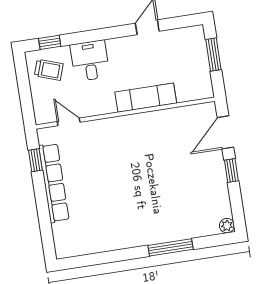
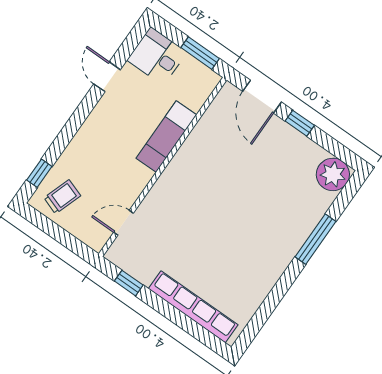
window: (213, 54) -> (200, 53), moved
desk: (90, 61) -> (157, 56), moved
row of seats: (54, 183) -> (193, 307), moved
plant: (227, 226) -> (333, 174), width x1.87, depth x1.87

